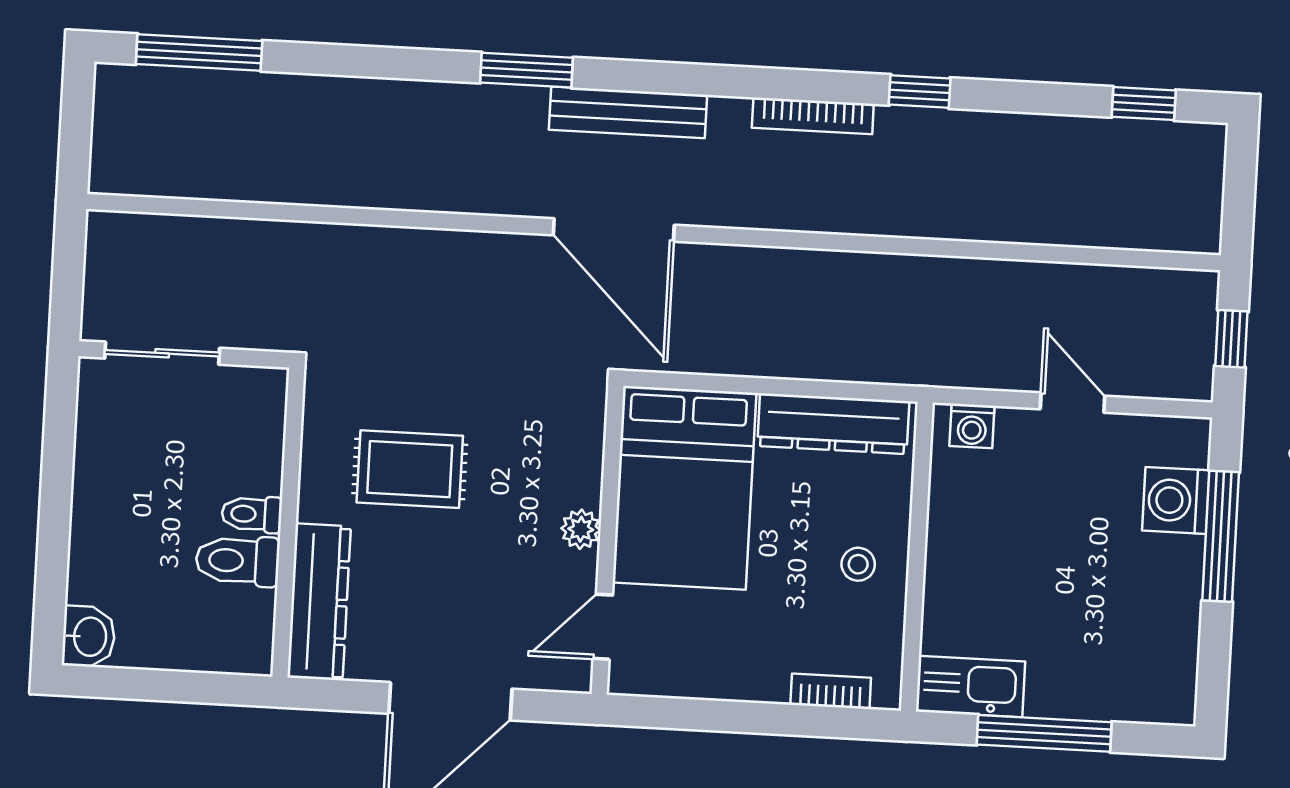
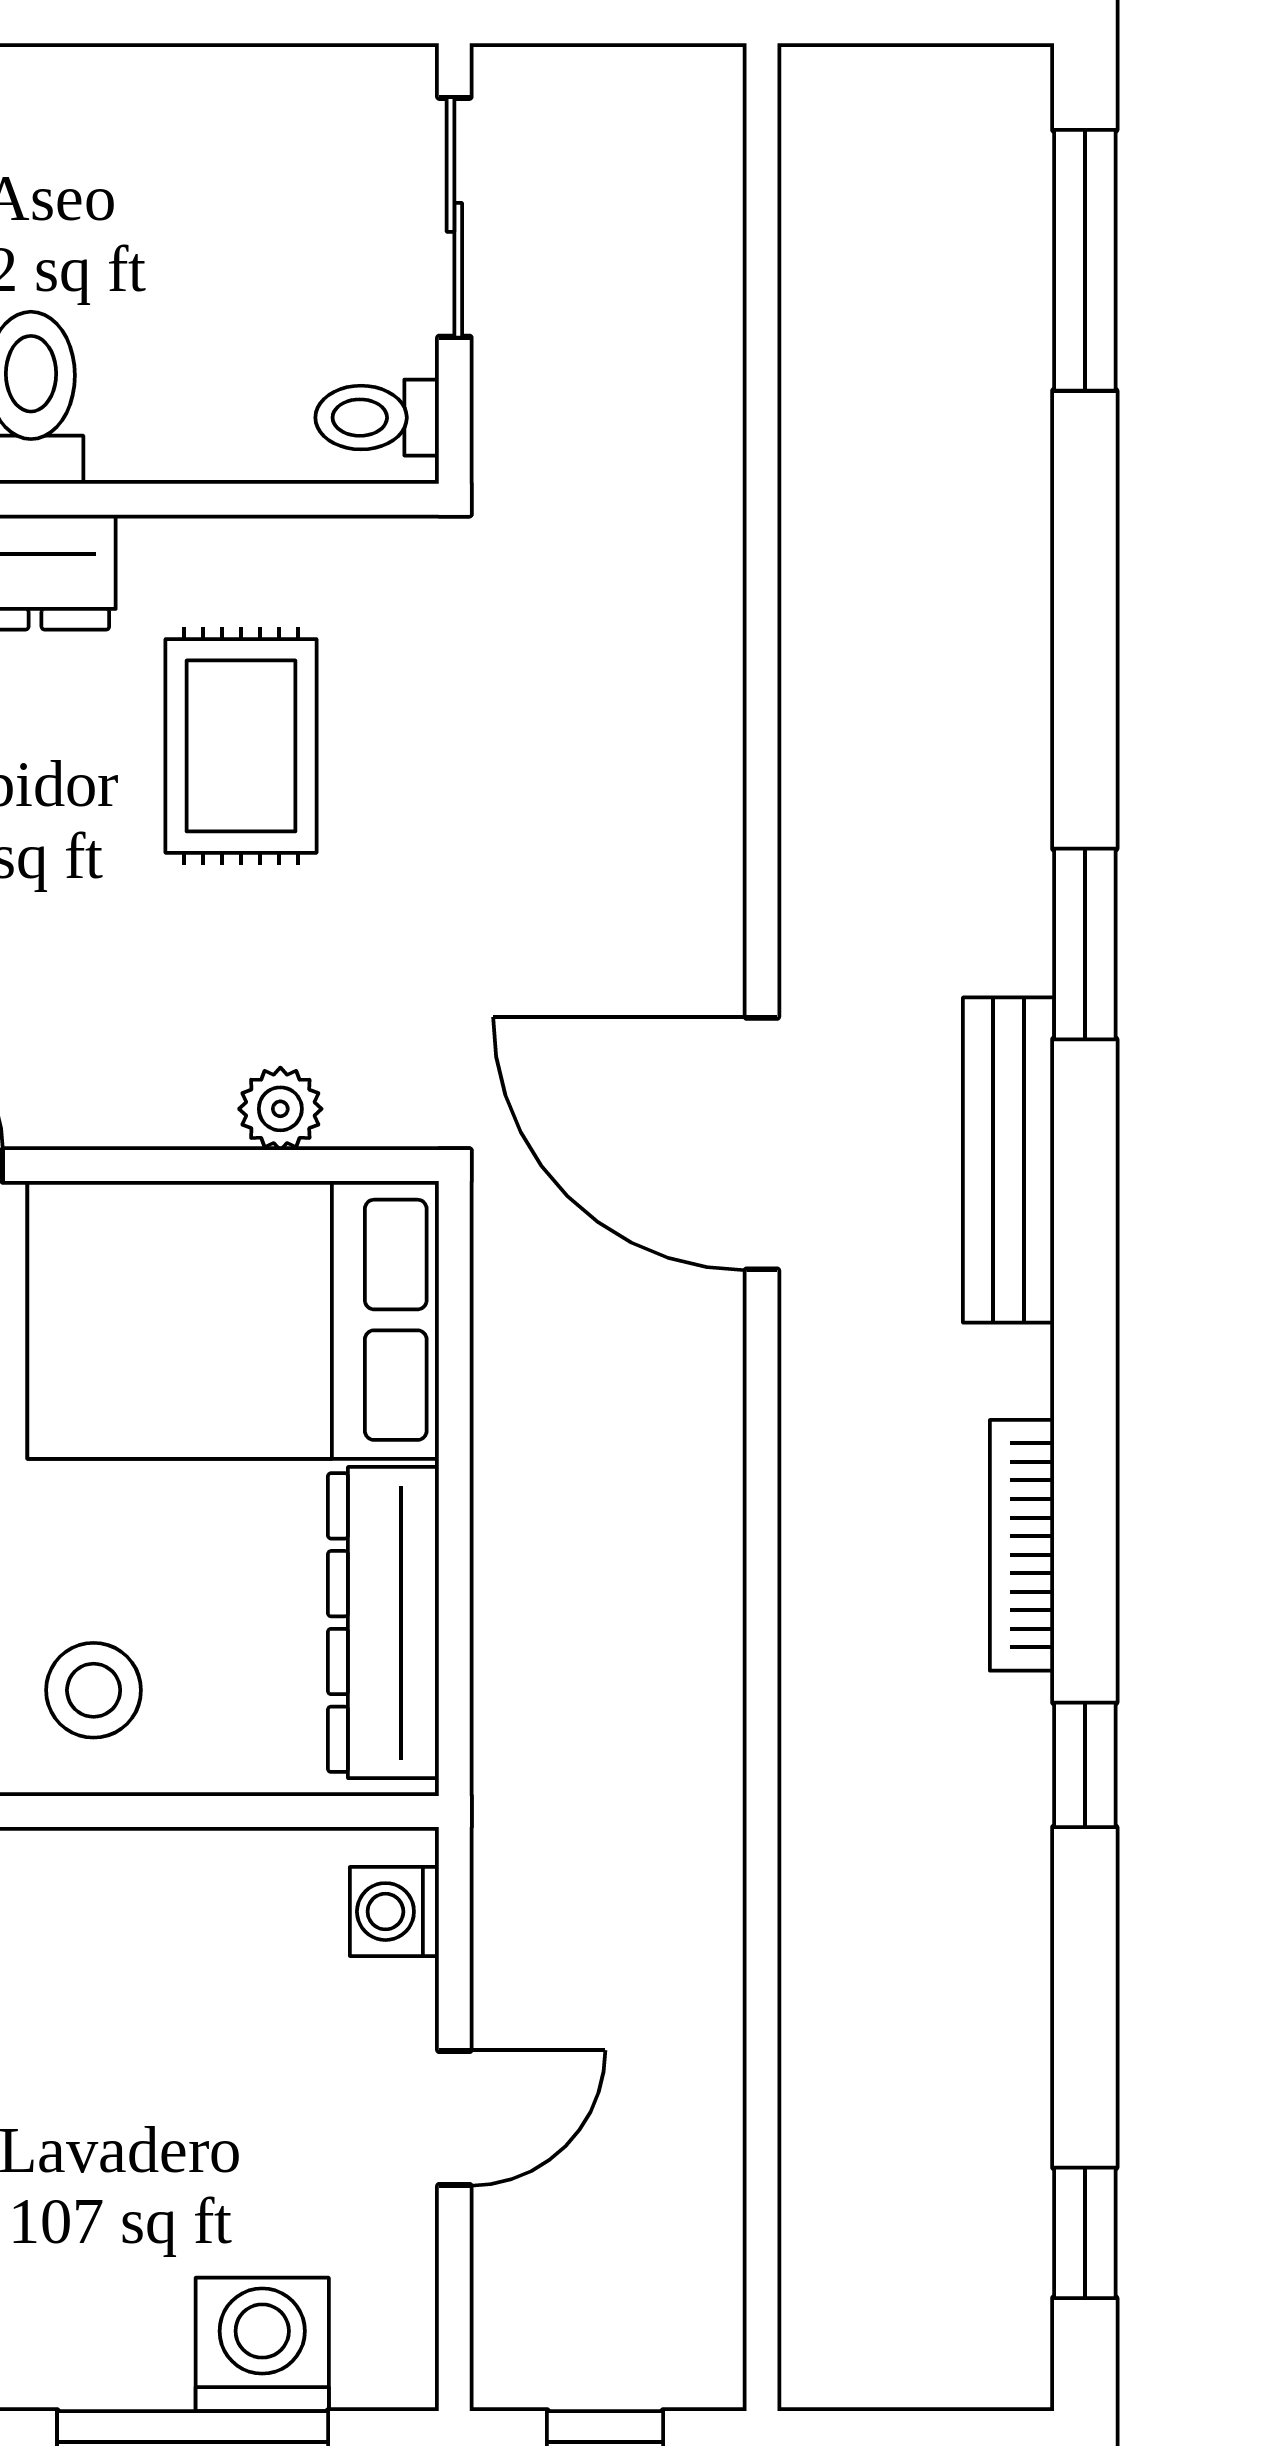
door: (614, 230) -> (762, 1144), hinge flipped
toilet: (252, 514) -> (377, 418), moved, turned -90
plant: (581, 529) -> (280, 1109), moved
stool: (858, 564) -> (94, 1690), width x1.37, depth x1.37

